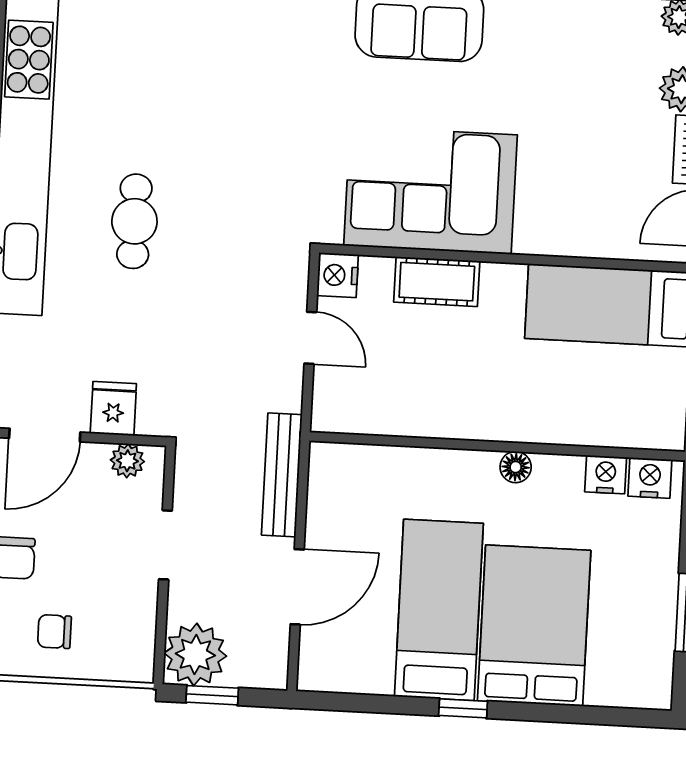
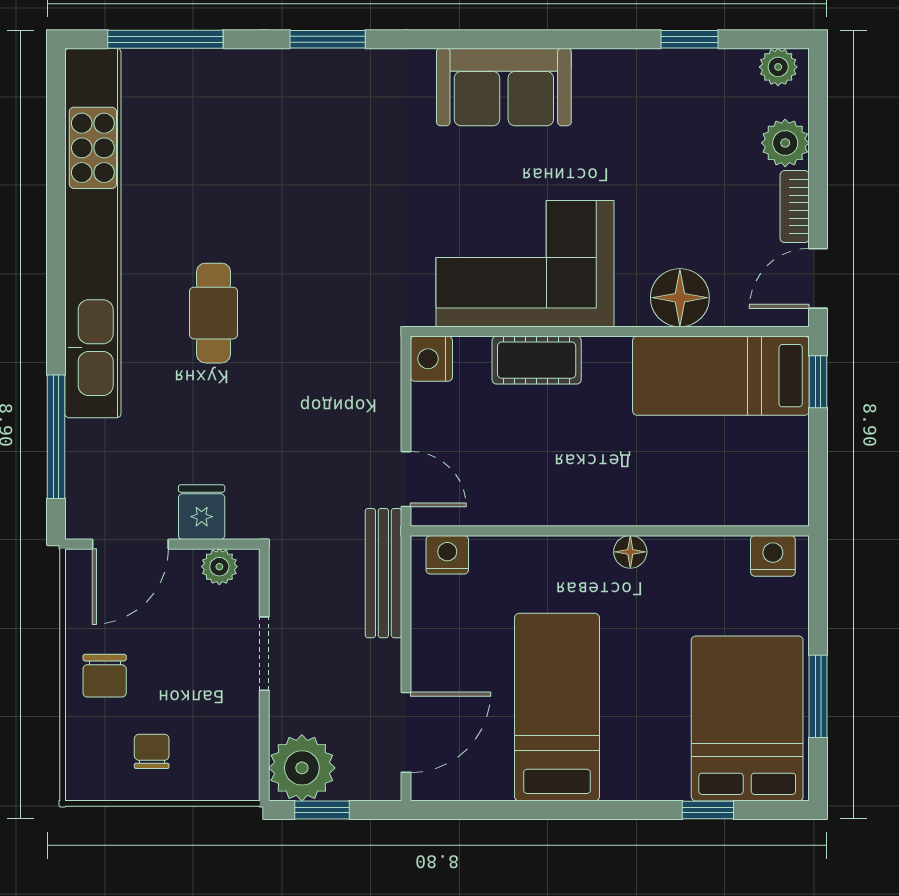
floor lamp: (575, 230) -> (680, 298), added
door: (310, 338) -> (406, 479), moved
nightstand: (606, 475) -> (447, 555), moved
door: (297, 587) -> (406, 732), moved
bed: (534, 626) -> (747, 718), moved
chair: (54, 632) -> (152, 751), turned 90
window: (463, 708) -> (708, 810), moved

